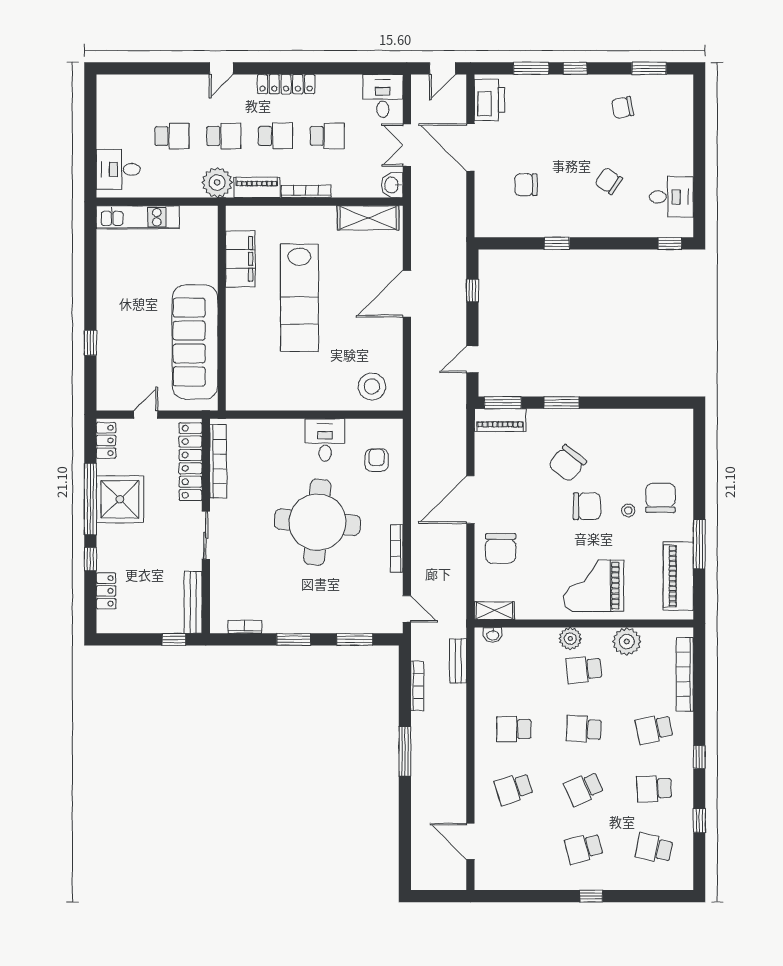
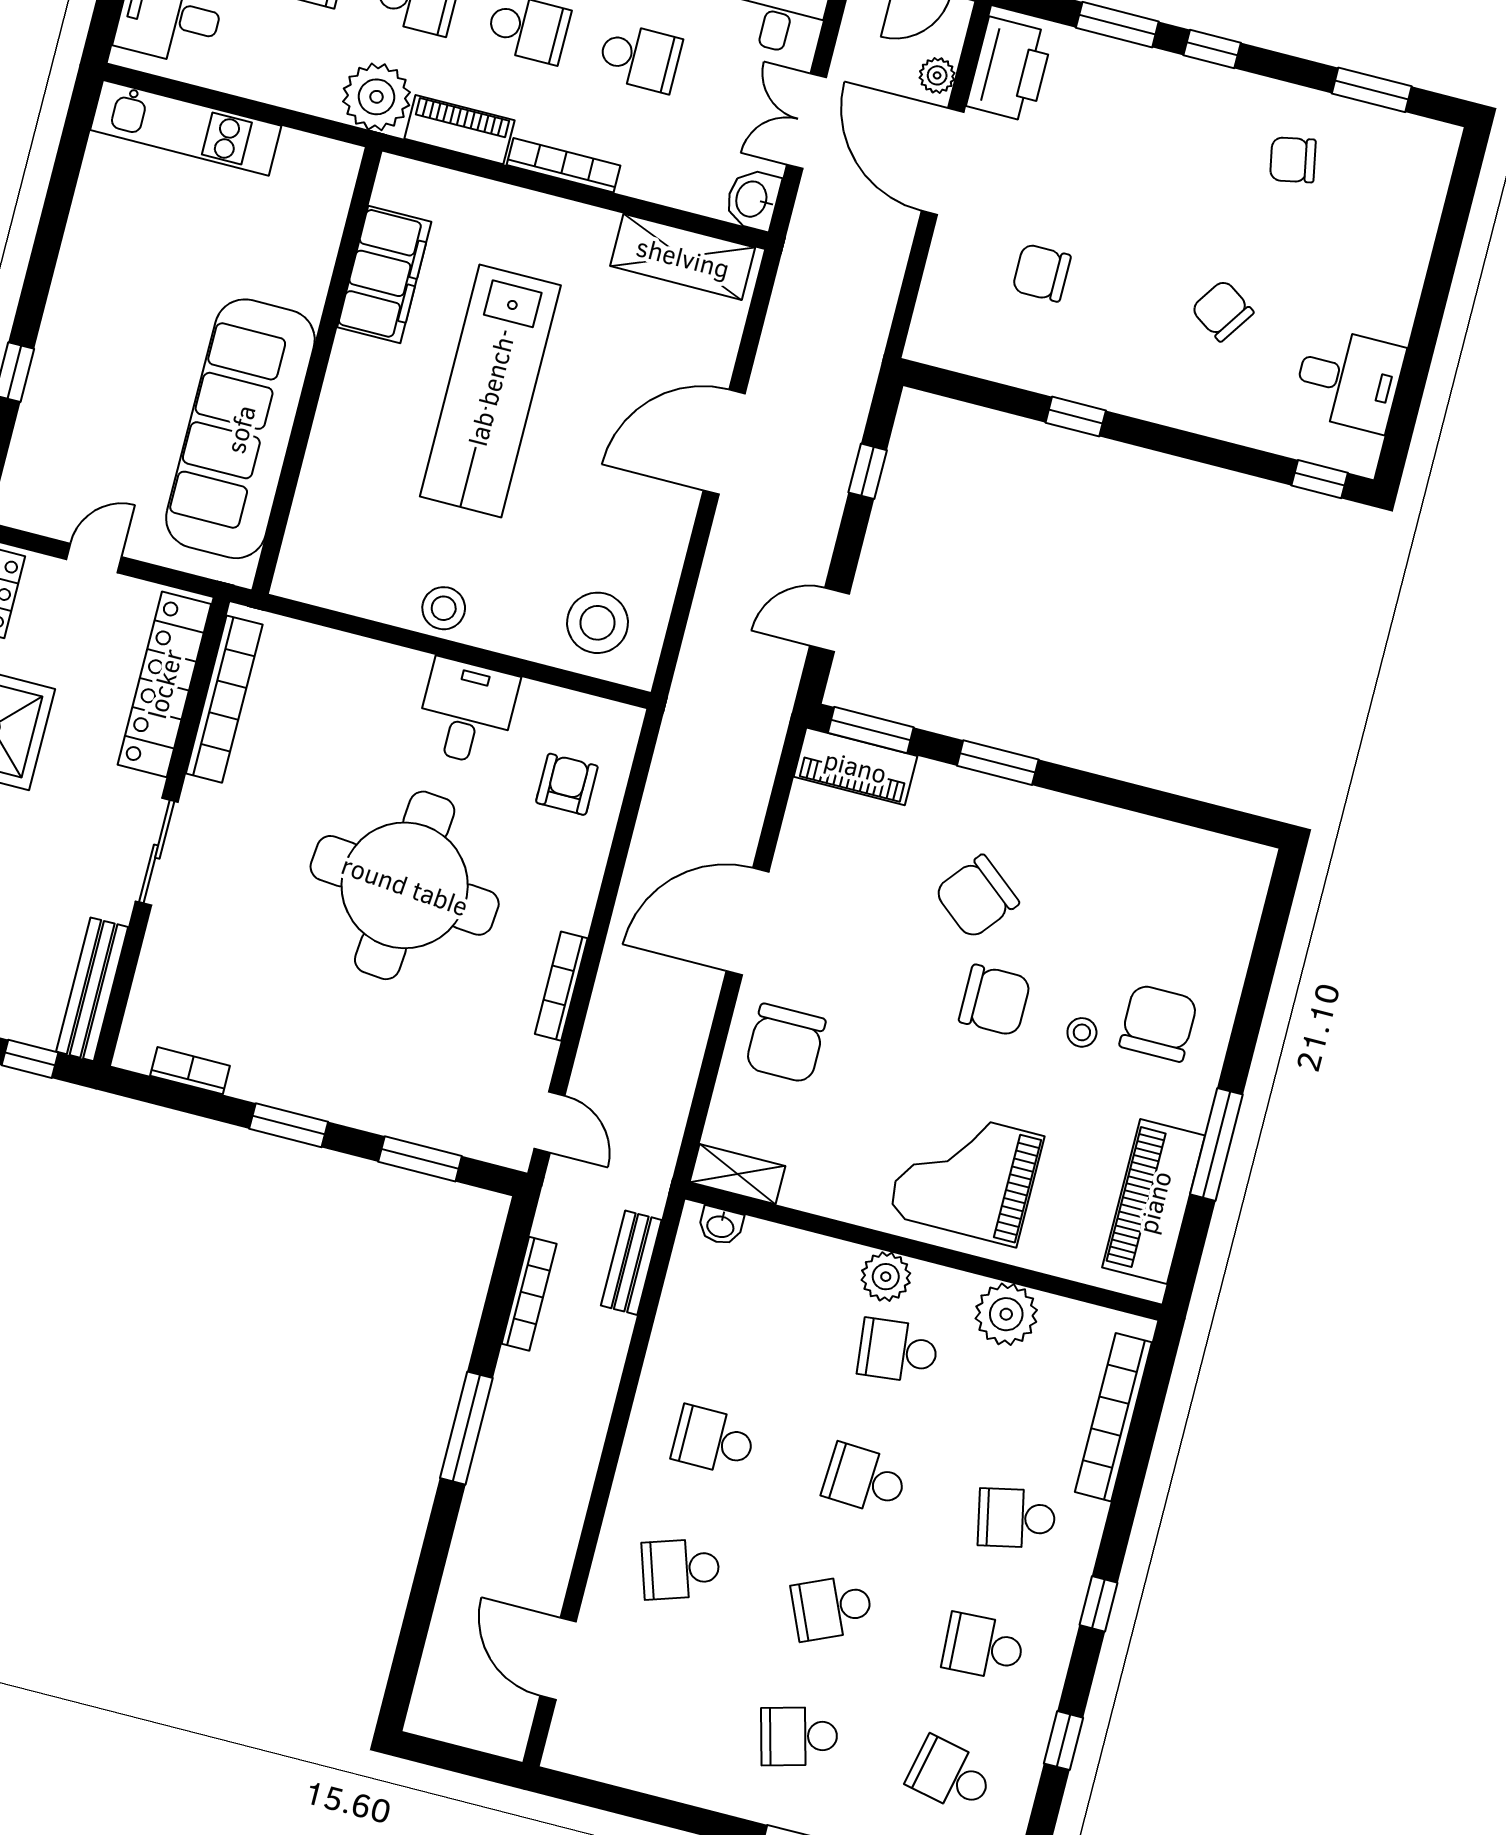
plant: (458, 111) -> (937, 75), added
stool: (303, 397) -> (444, 608), added

